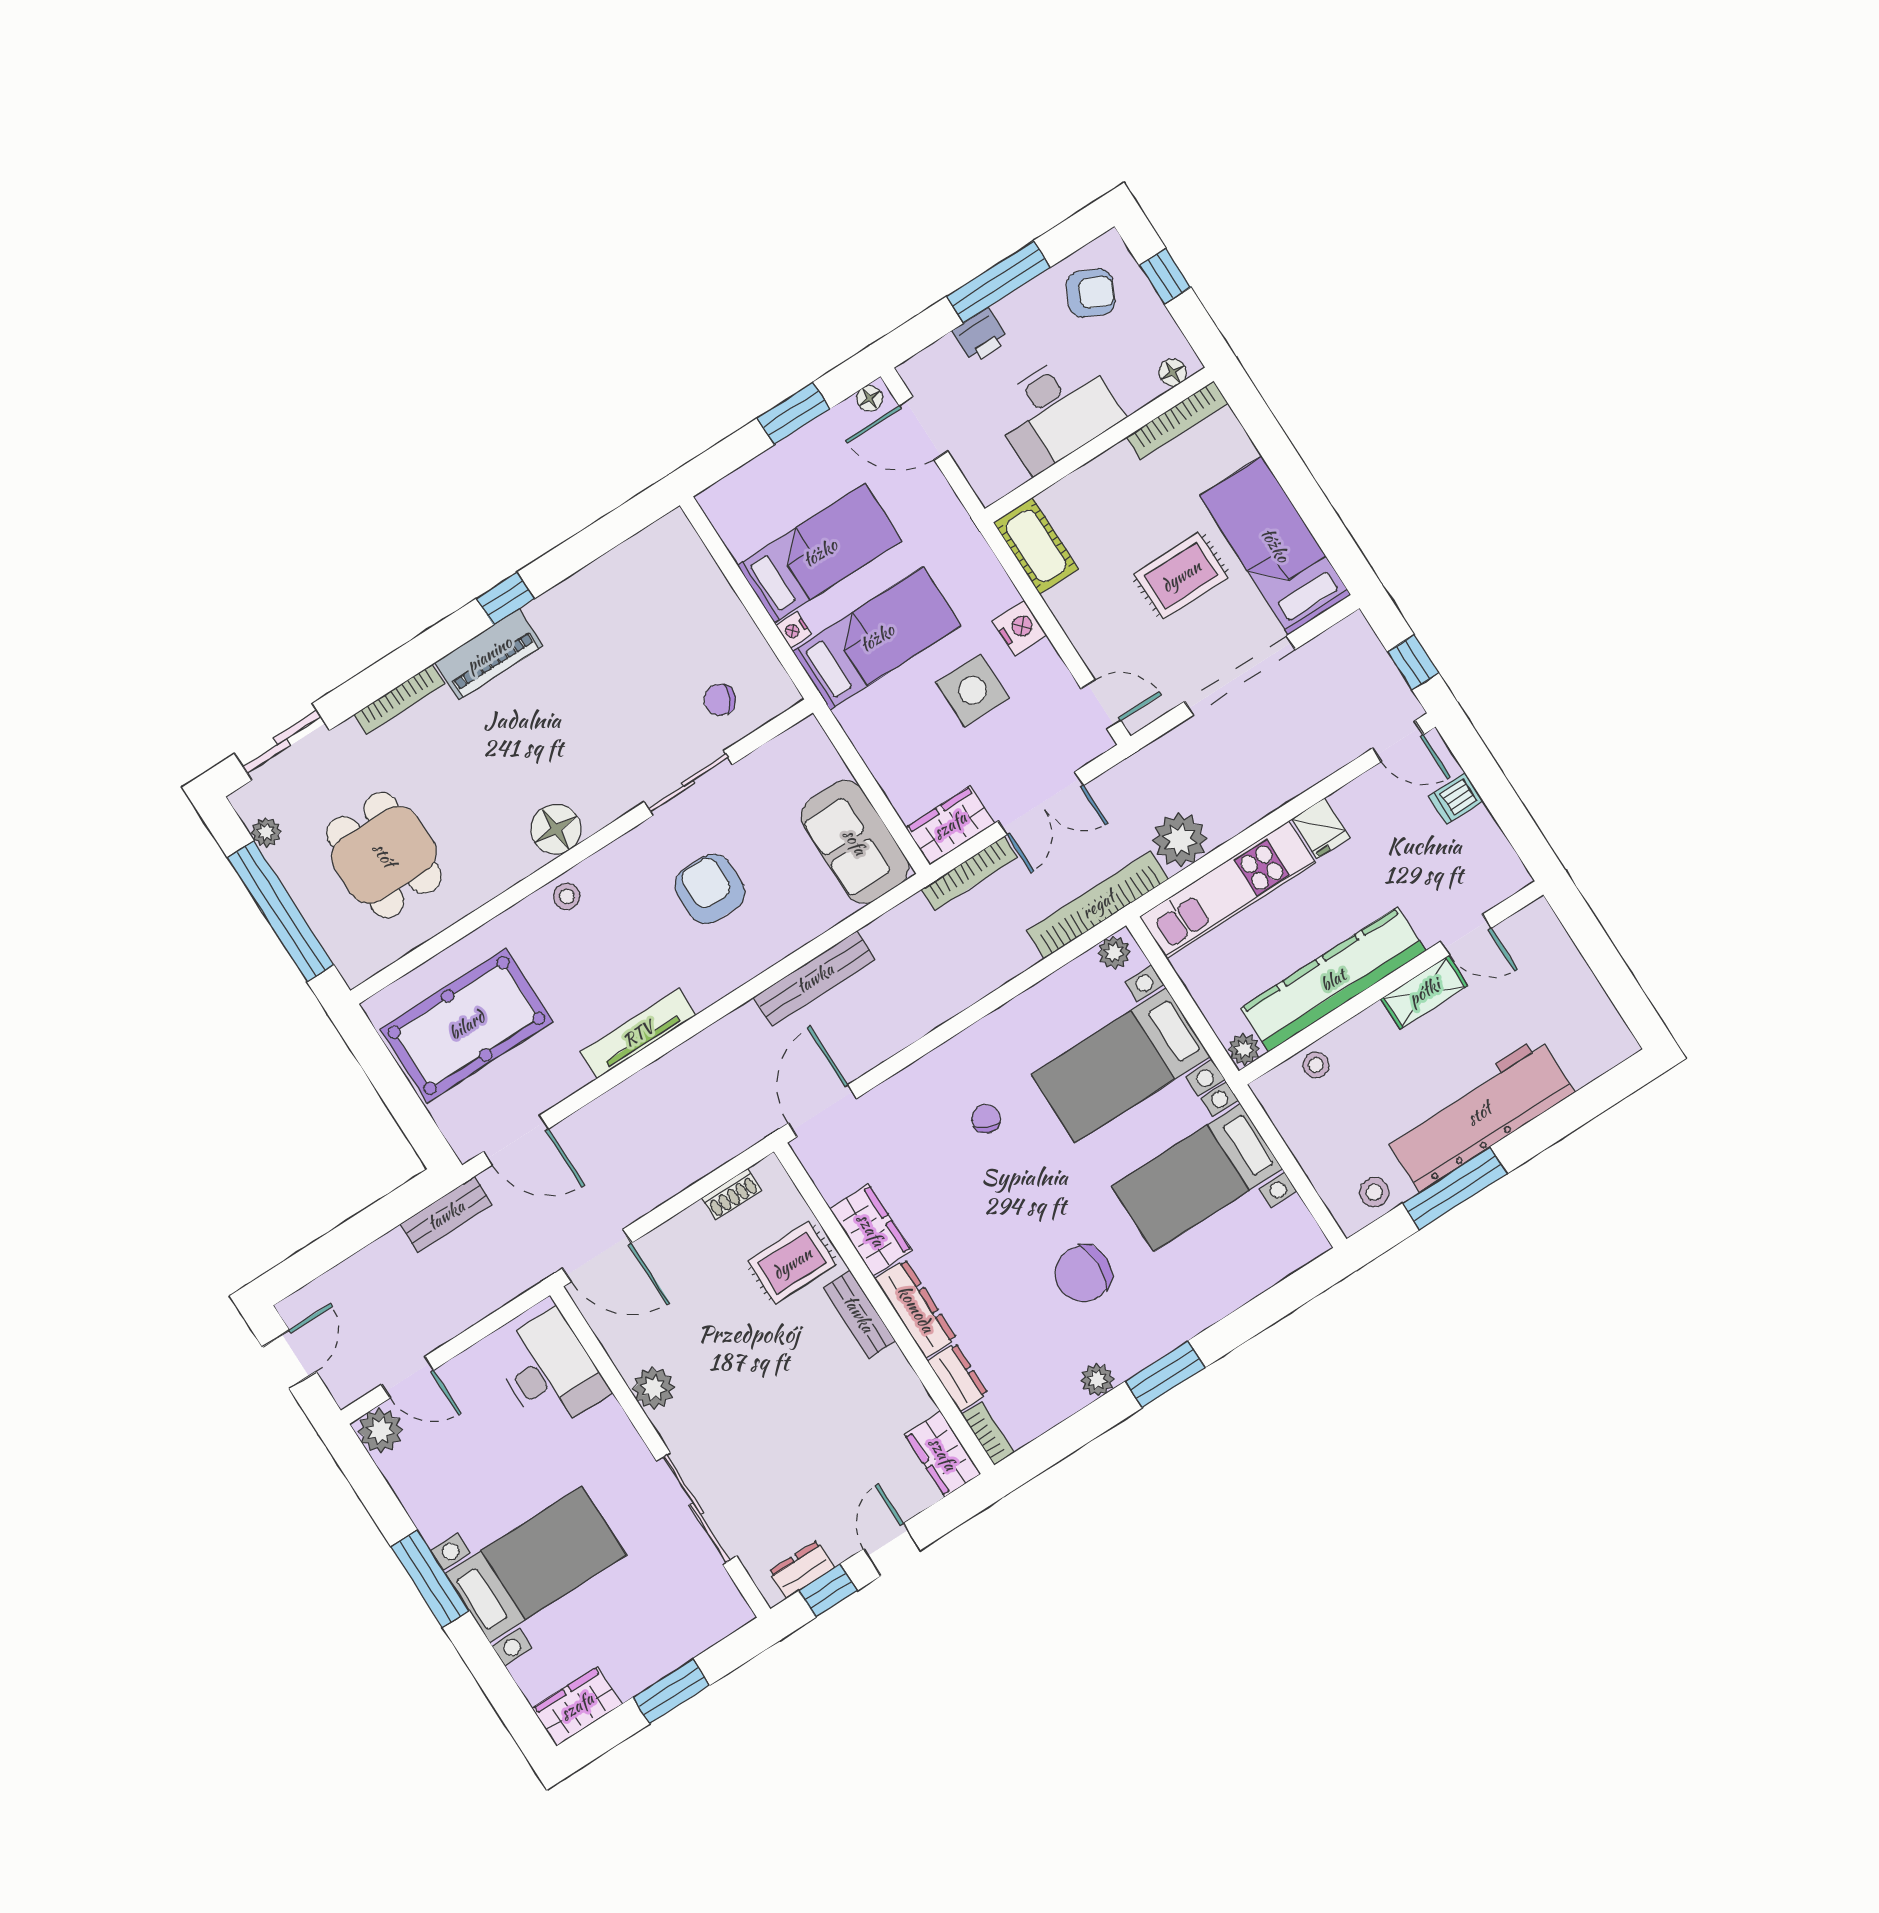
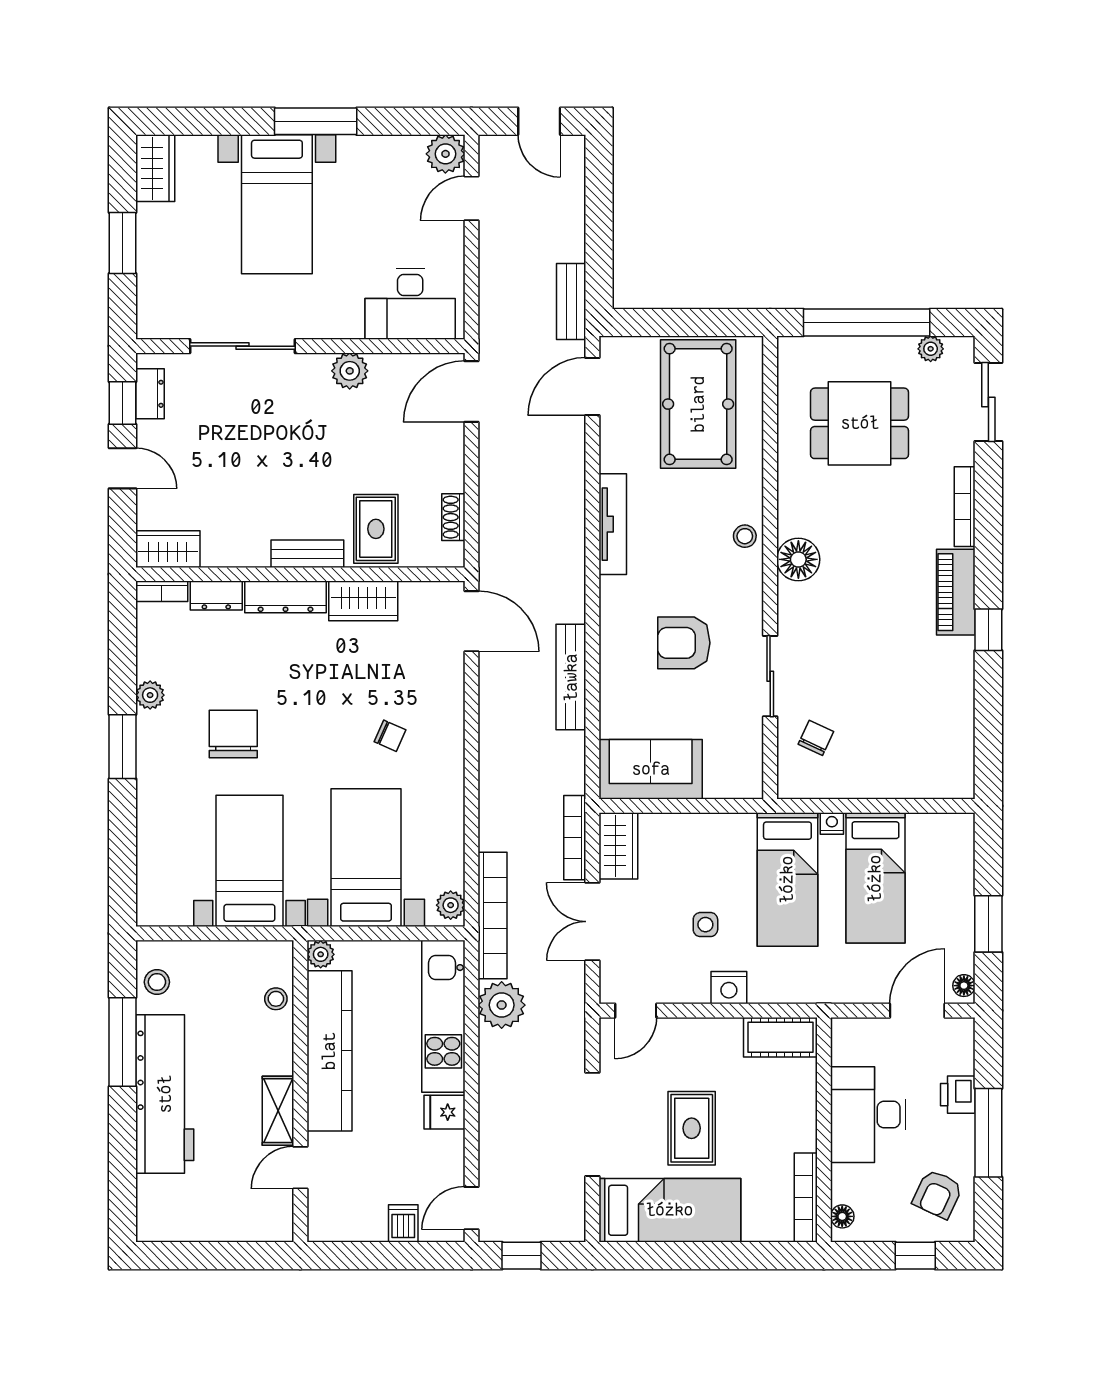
side table: (973, 690) -> (705, 925), width x0.54, depth x0.54
armchair: (710, 889) -> (684, 643), turned 180

